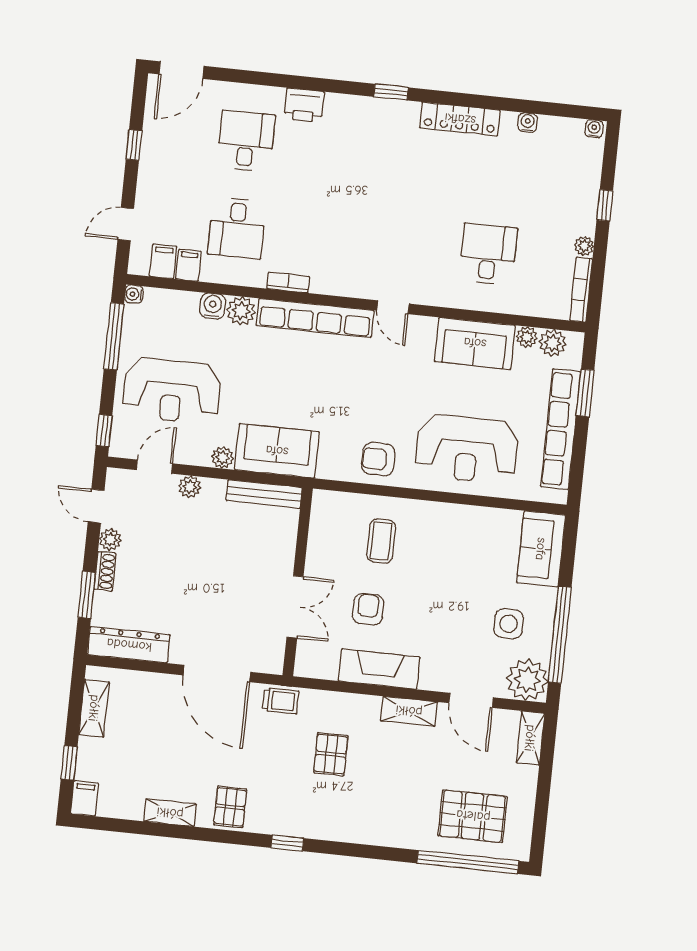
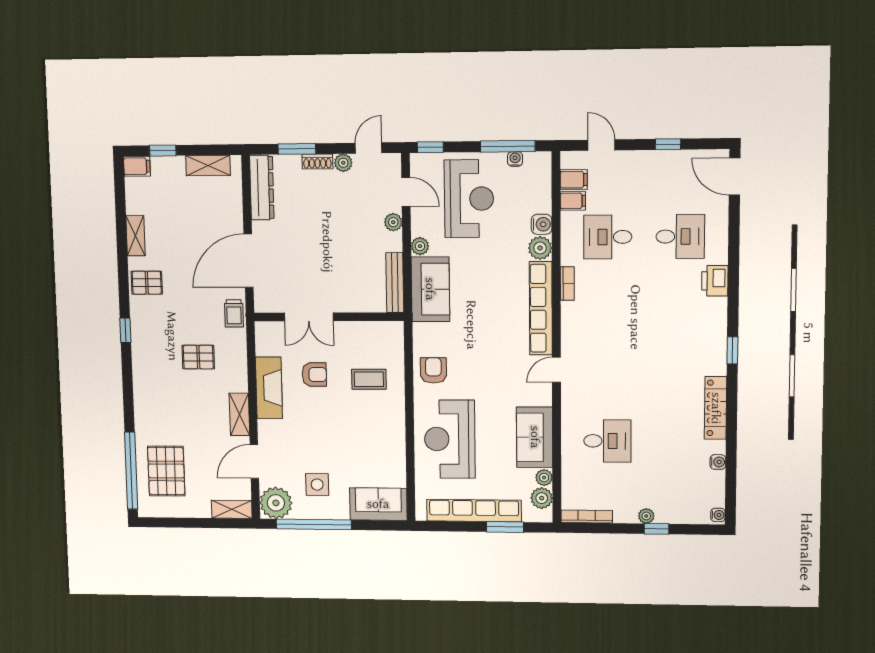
plant: (584, 246) -> (646, 516), moved
water cooler: (134, 294) -> (515, 159), moved
reception desk: (172, 391) -> (469, 199), turned 180

